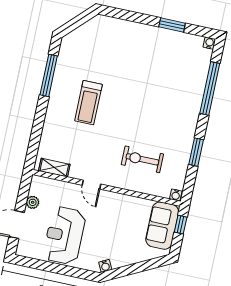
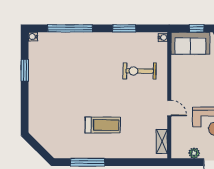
exercise bike: (142, 159) -> (140, 71), turned 90
door: (91, 185) -> (169, 108), hinge flipped
window: (181, 225) -> (197, 28), moved

